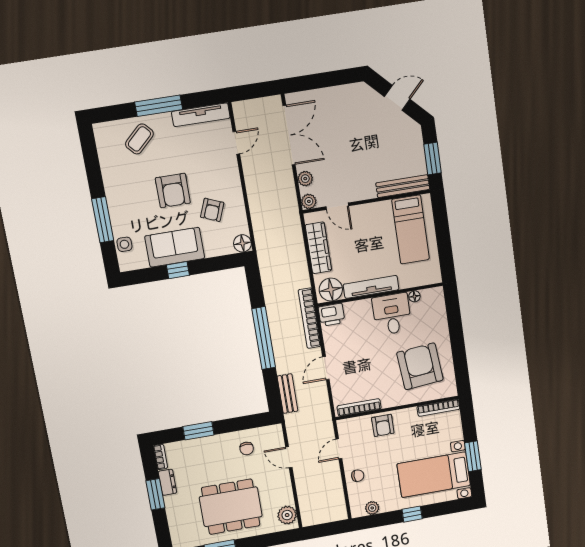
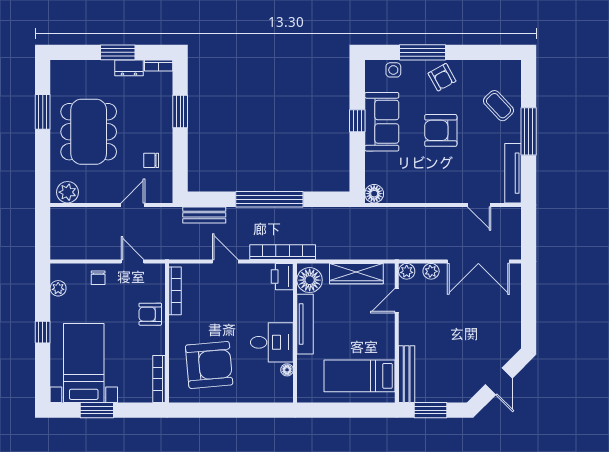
armchair: (212, 210) -> (442, 77), moved, turned -141

